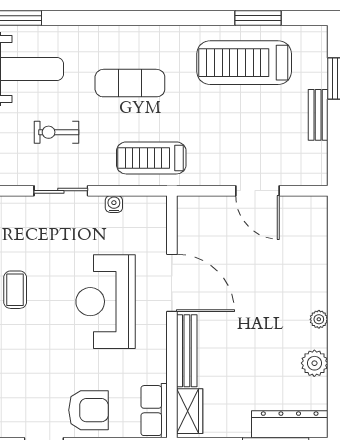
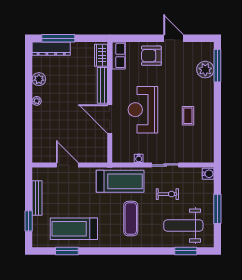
treadmill: (244, 63) -> (74, 229), turned 180
exercise mat: (130, 83) -> (131, 219), turned 90
bench: (318, 115) -> (37, 198), width x1.36
treadmill: (151, 158) -> (120, 181), width x1.37, depth x1.38
reception desk: (106, 302) -> (143, 110), turned 180

